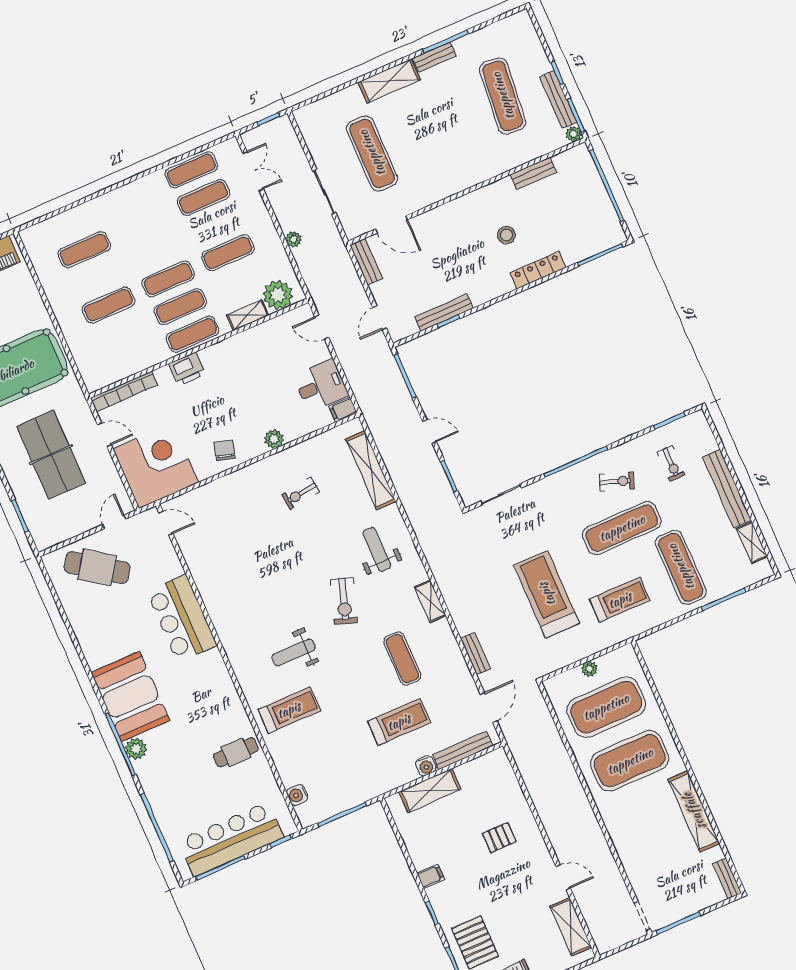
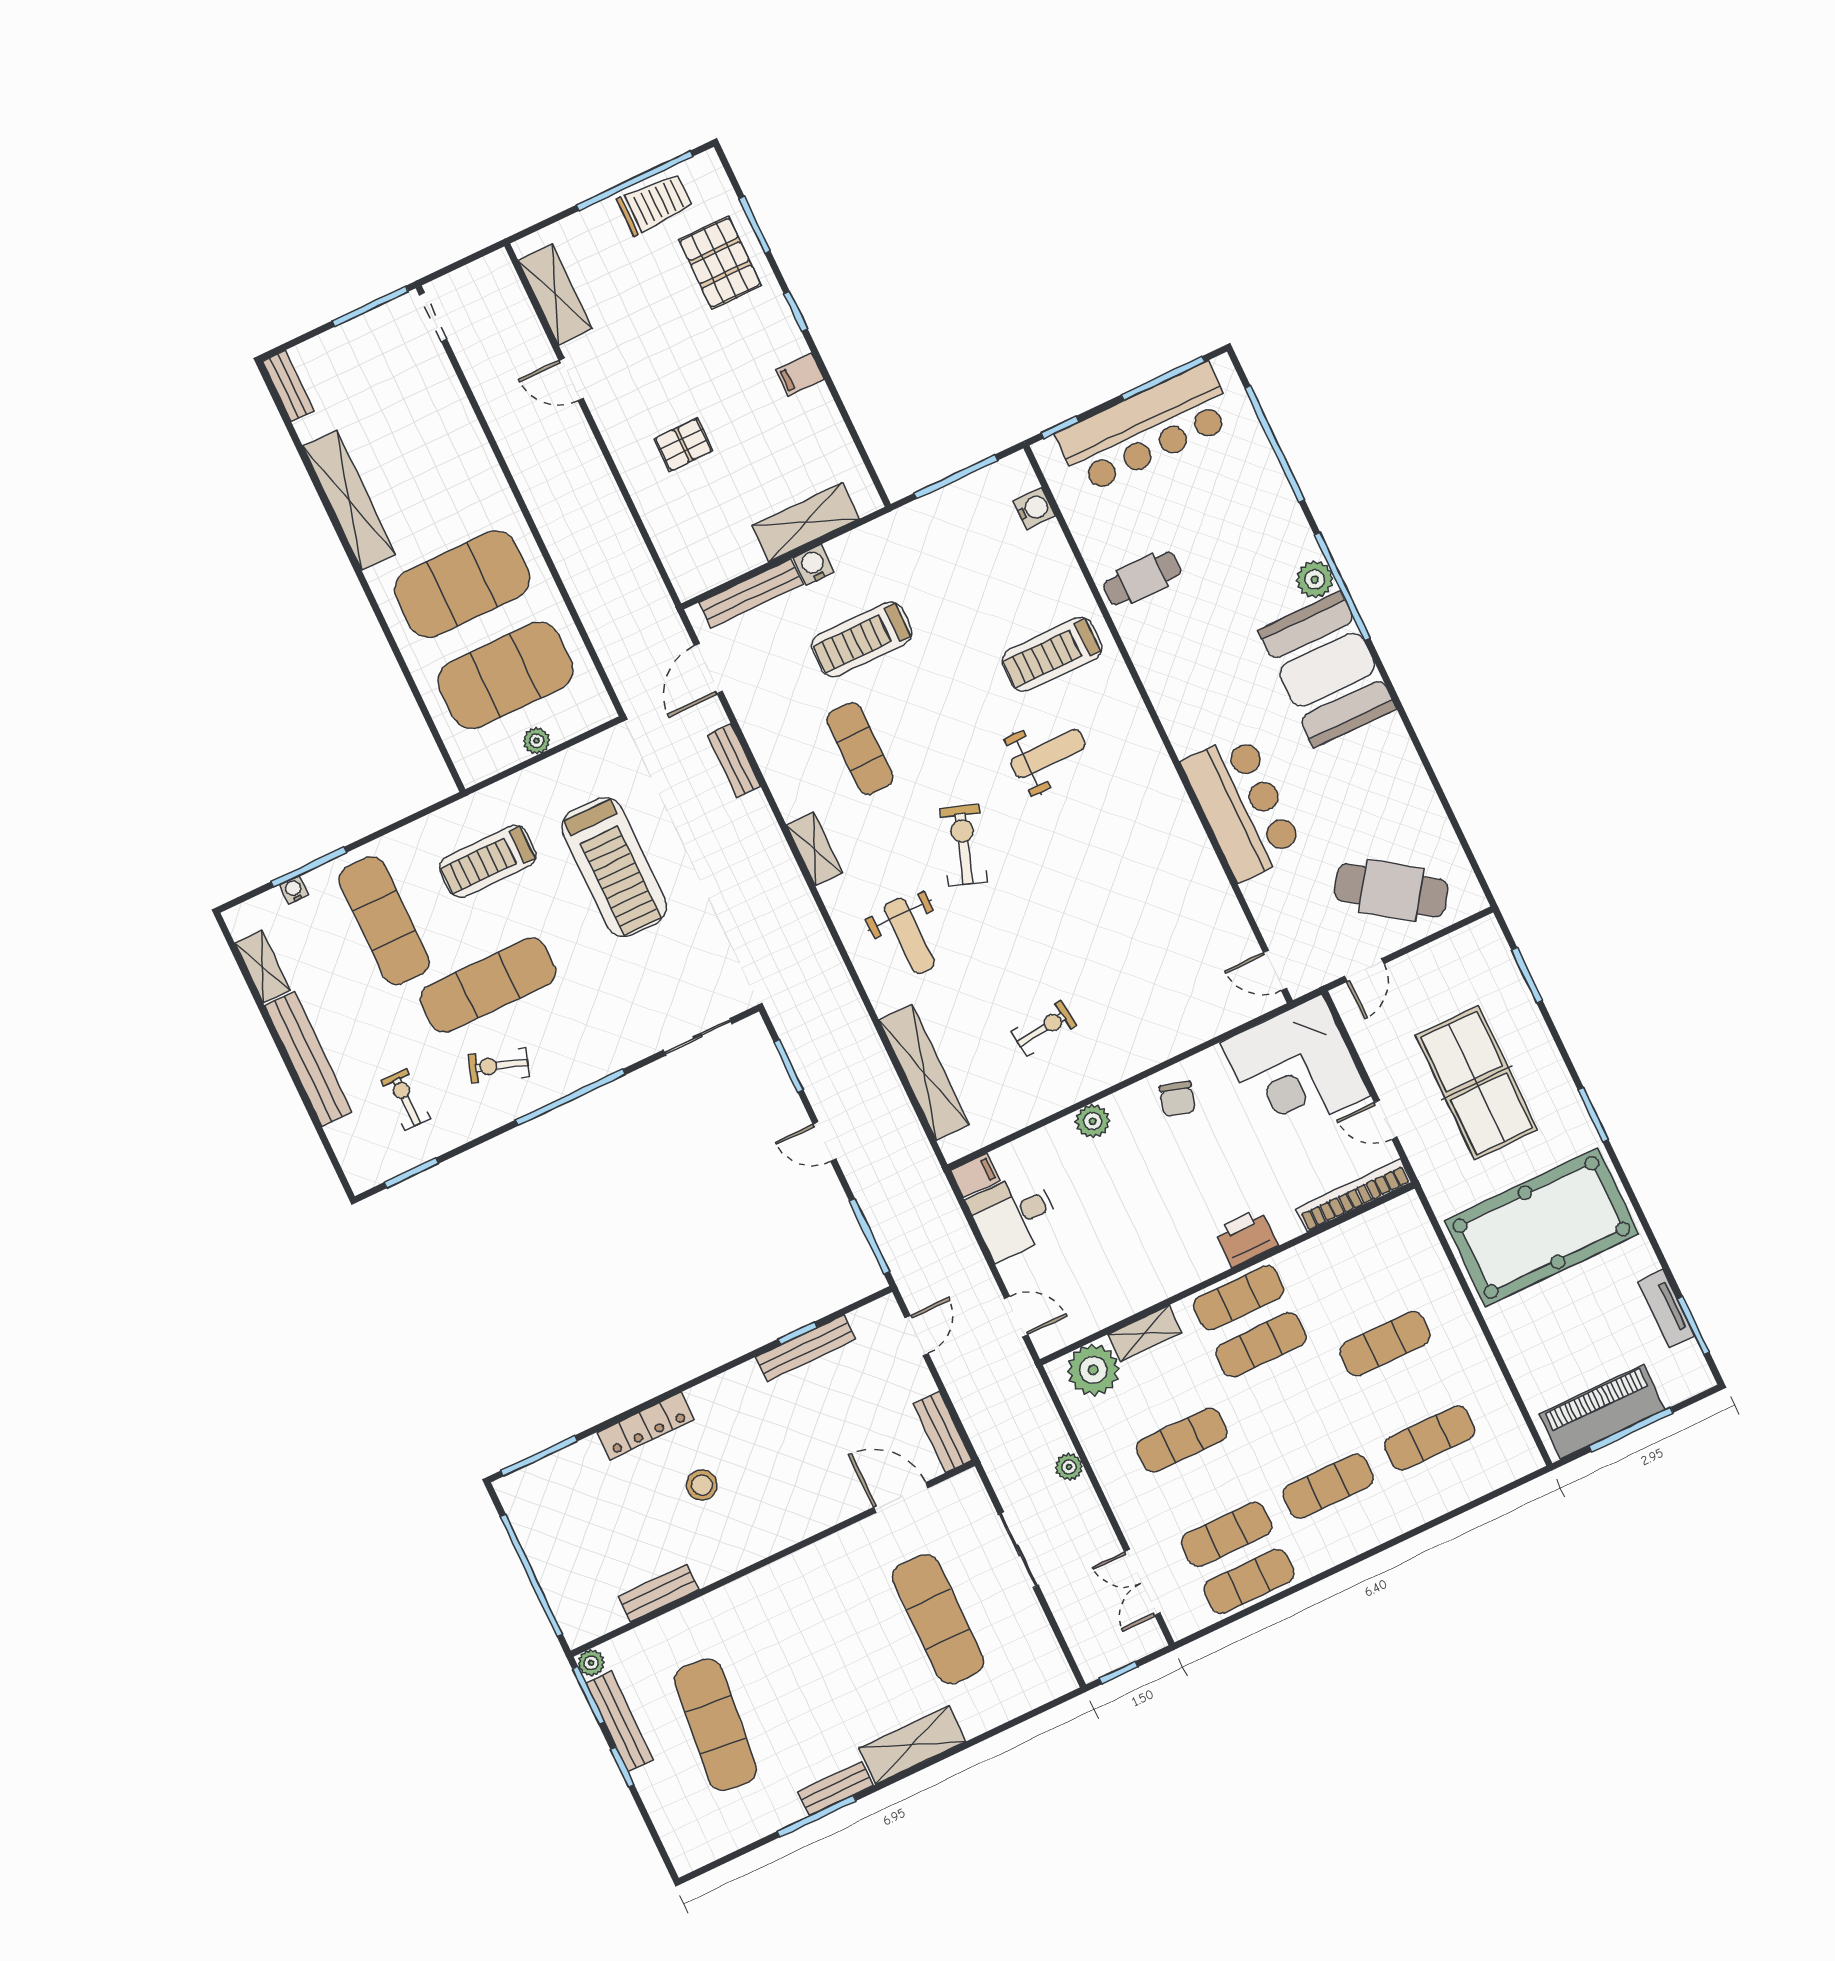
exercise mat: (168, 279) -> (1328, 1486), moved
water cooler: (732, 587) -> (294, 890), added

